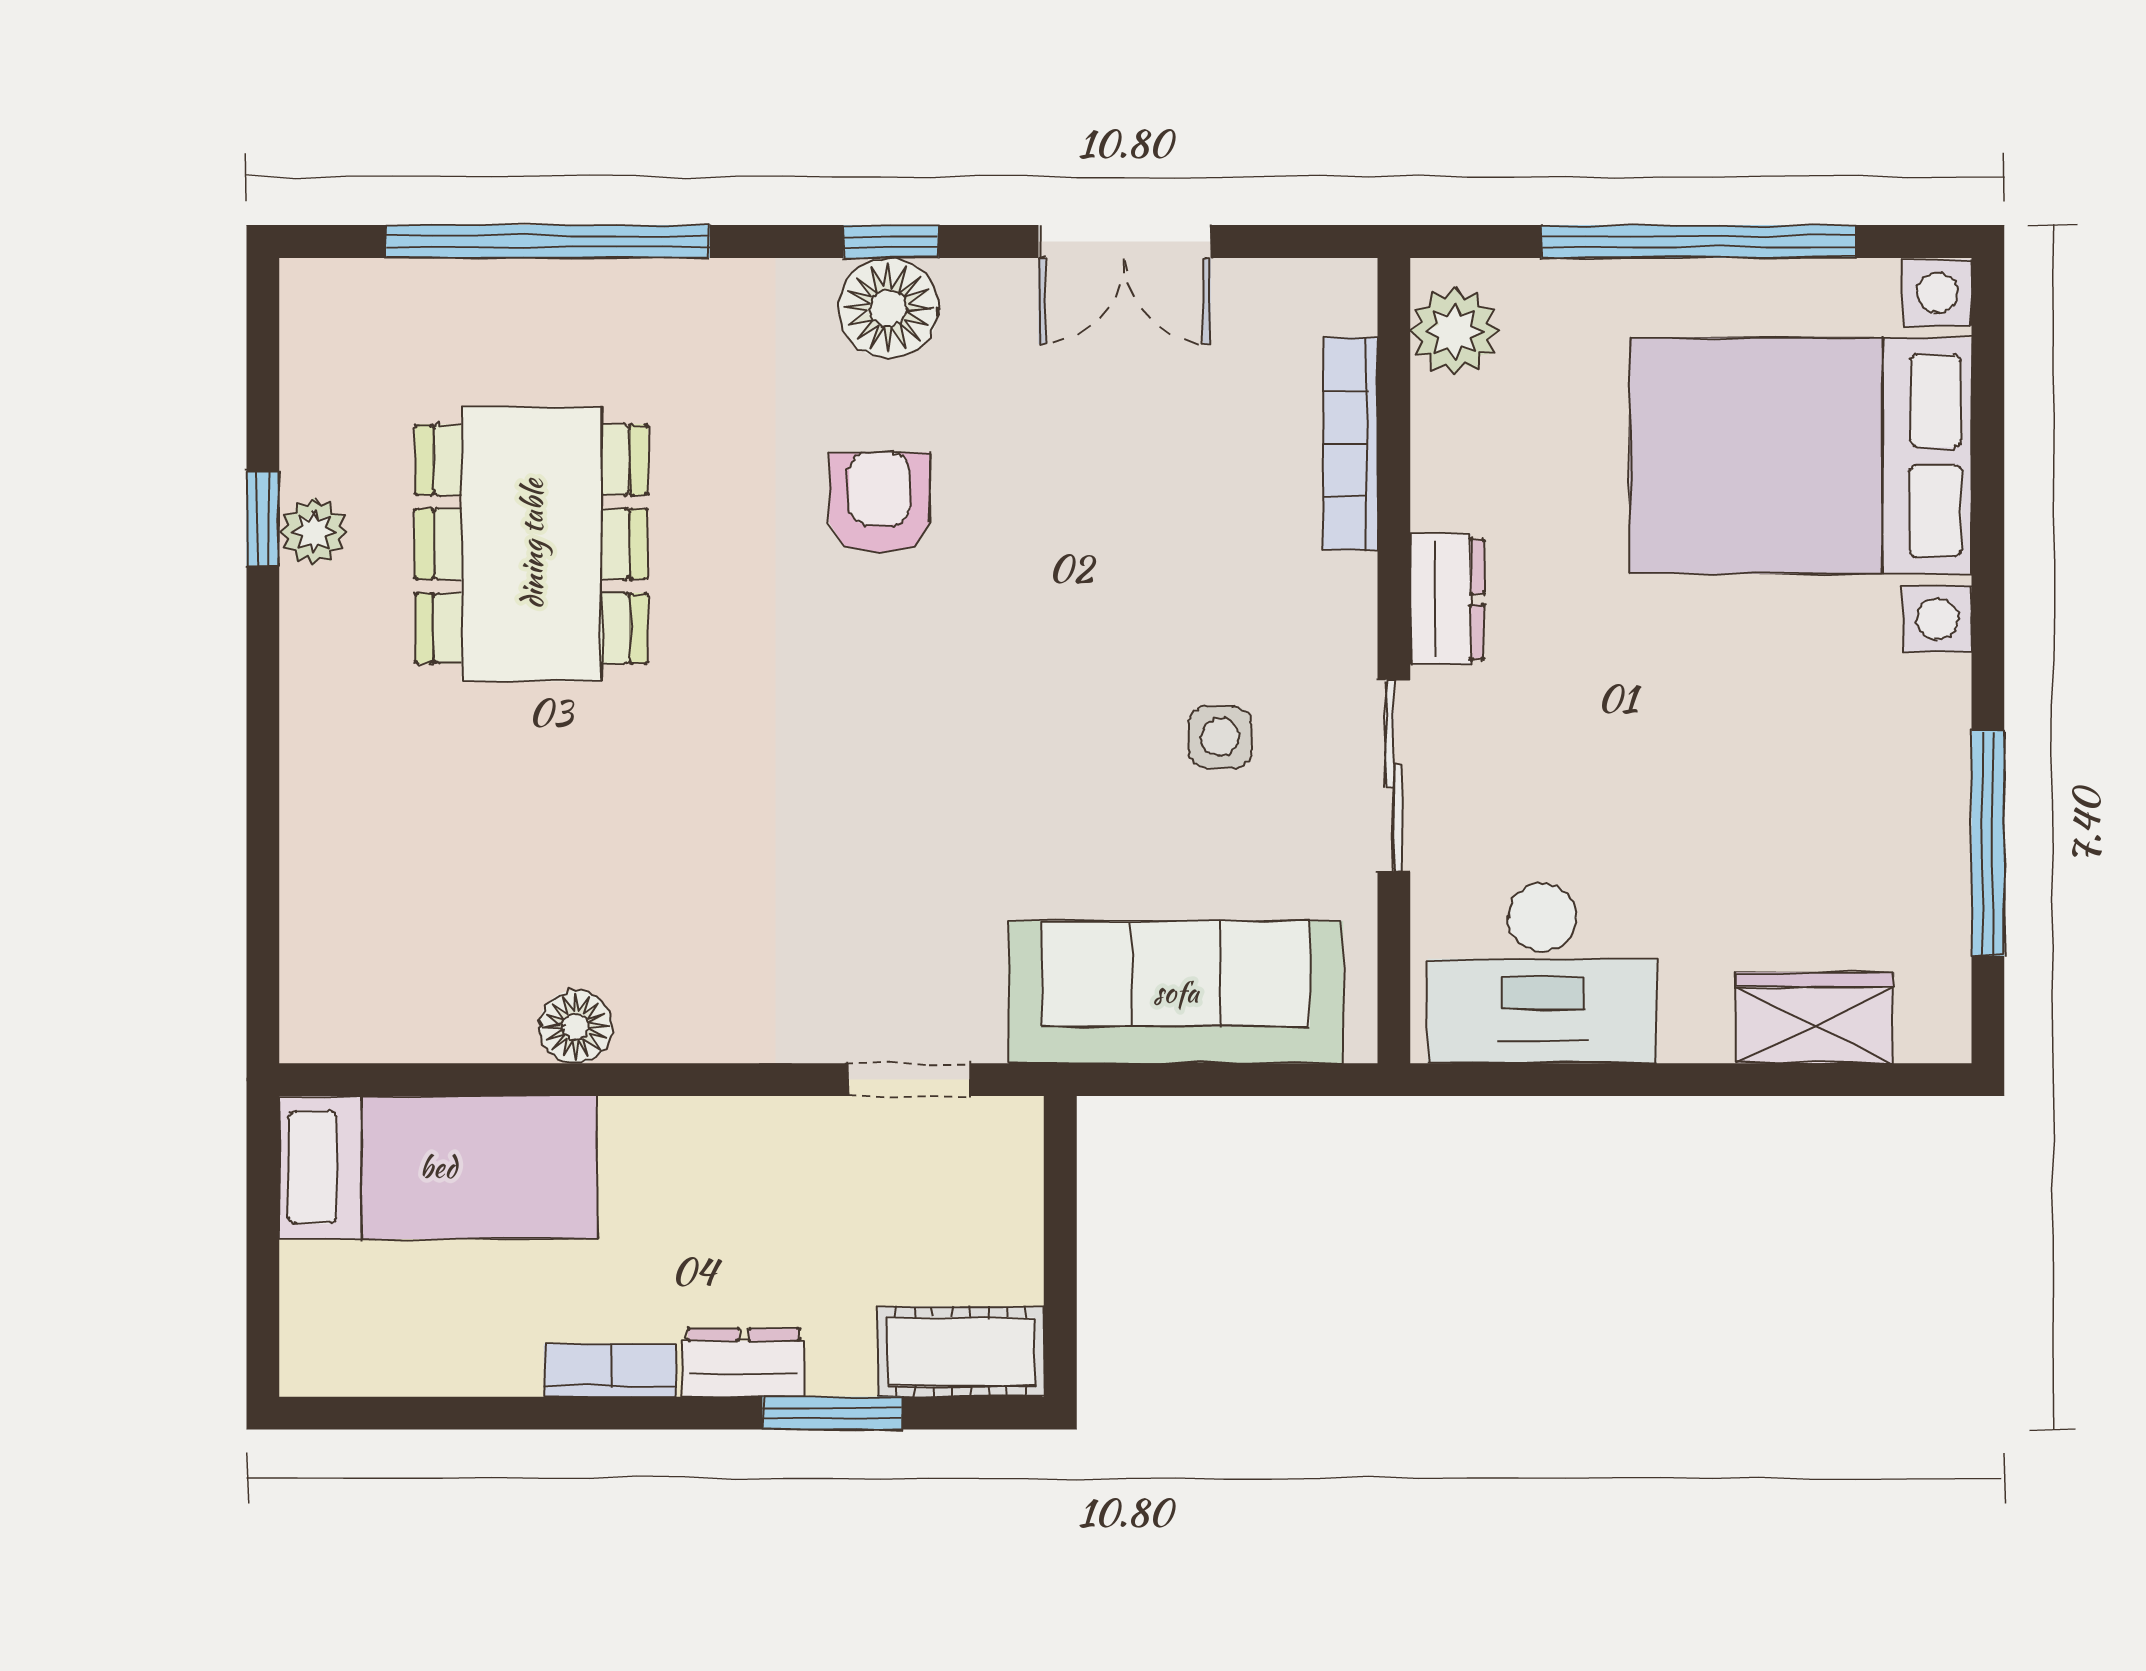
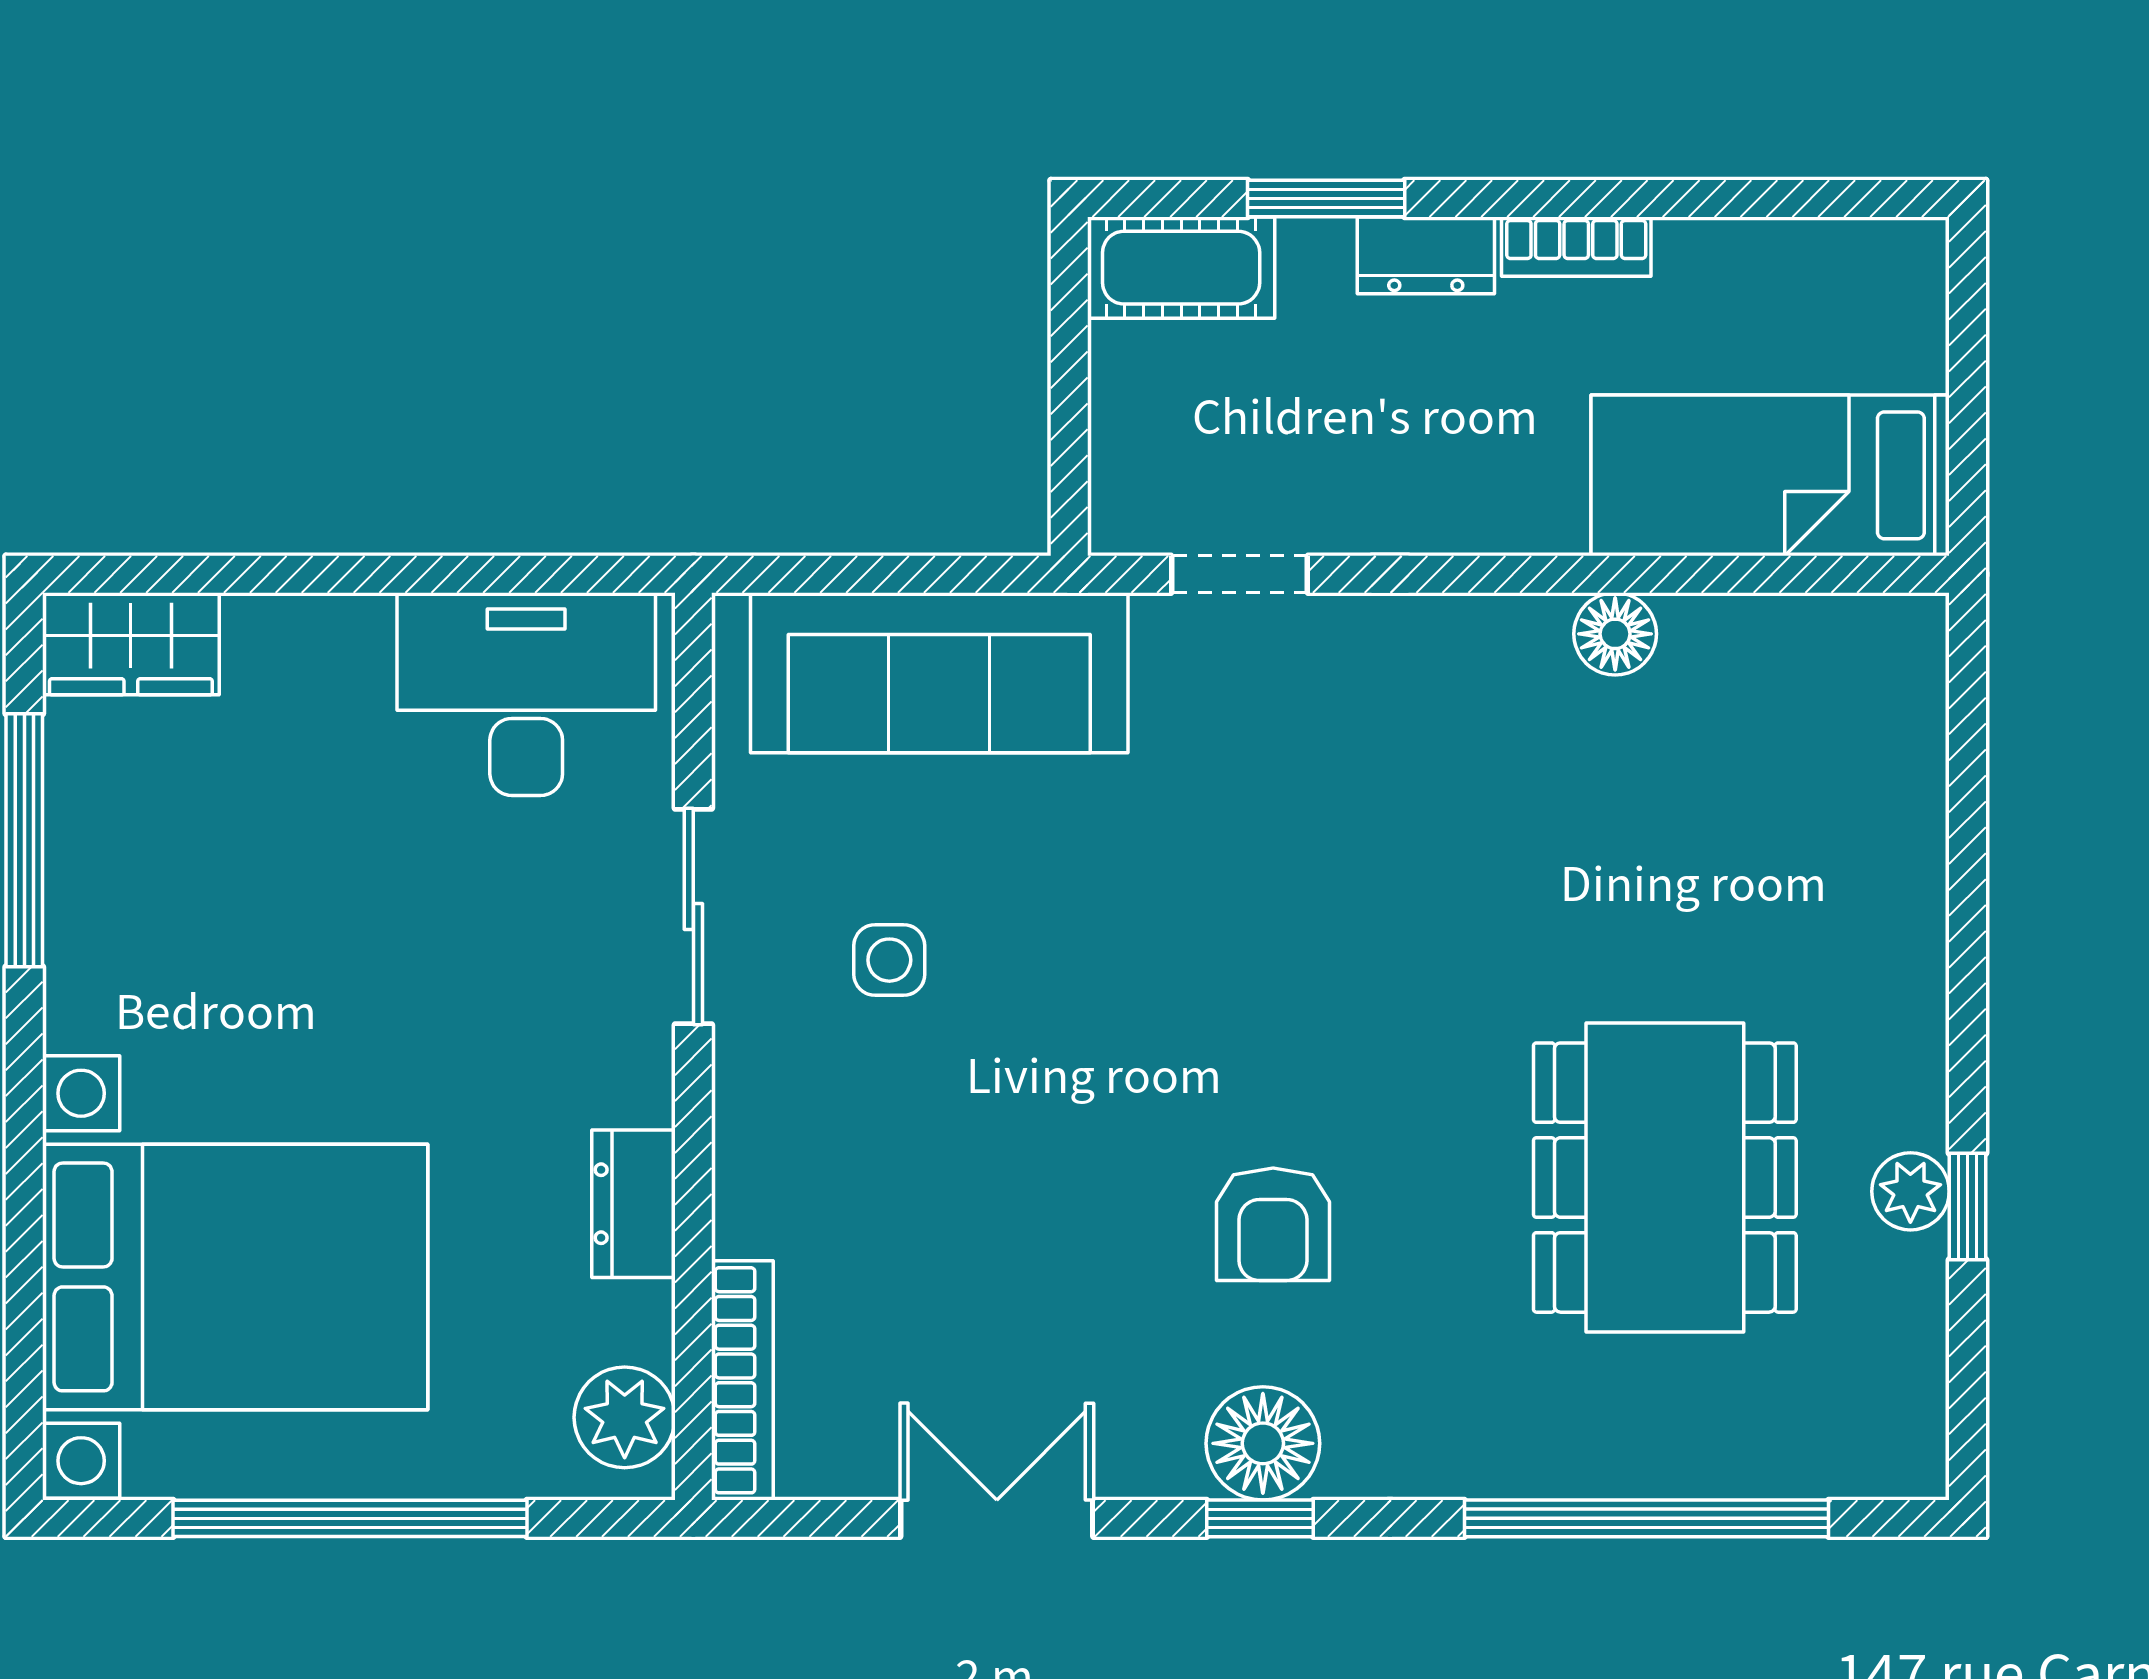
bookcase: (1350, 444) -> (742, 1380), moved
dresser: (1447, 599) -> (633, 1204), moved
wardrobe: (1815, 1018) -> (131, 644), moved

